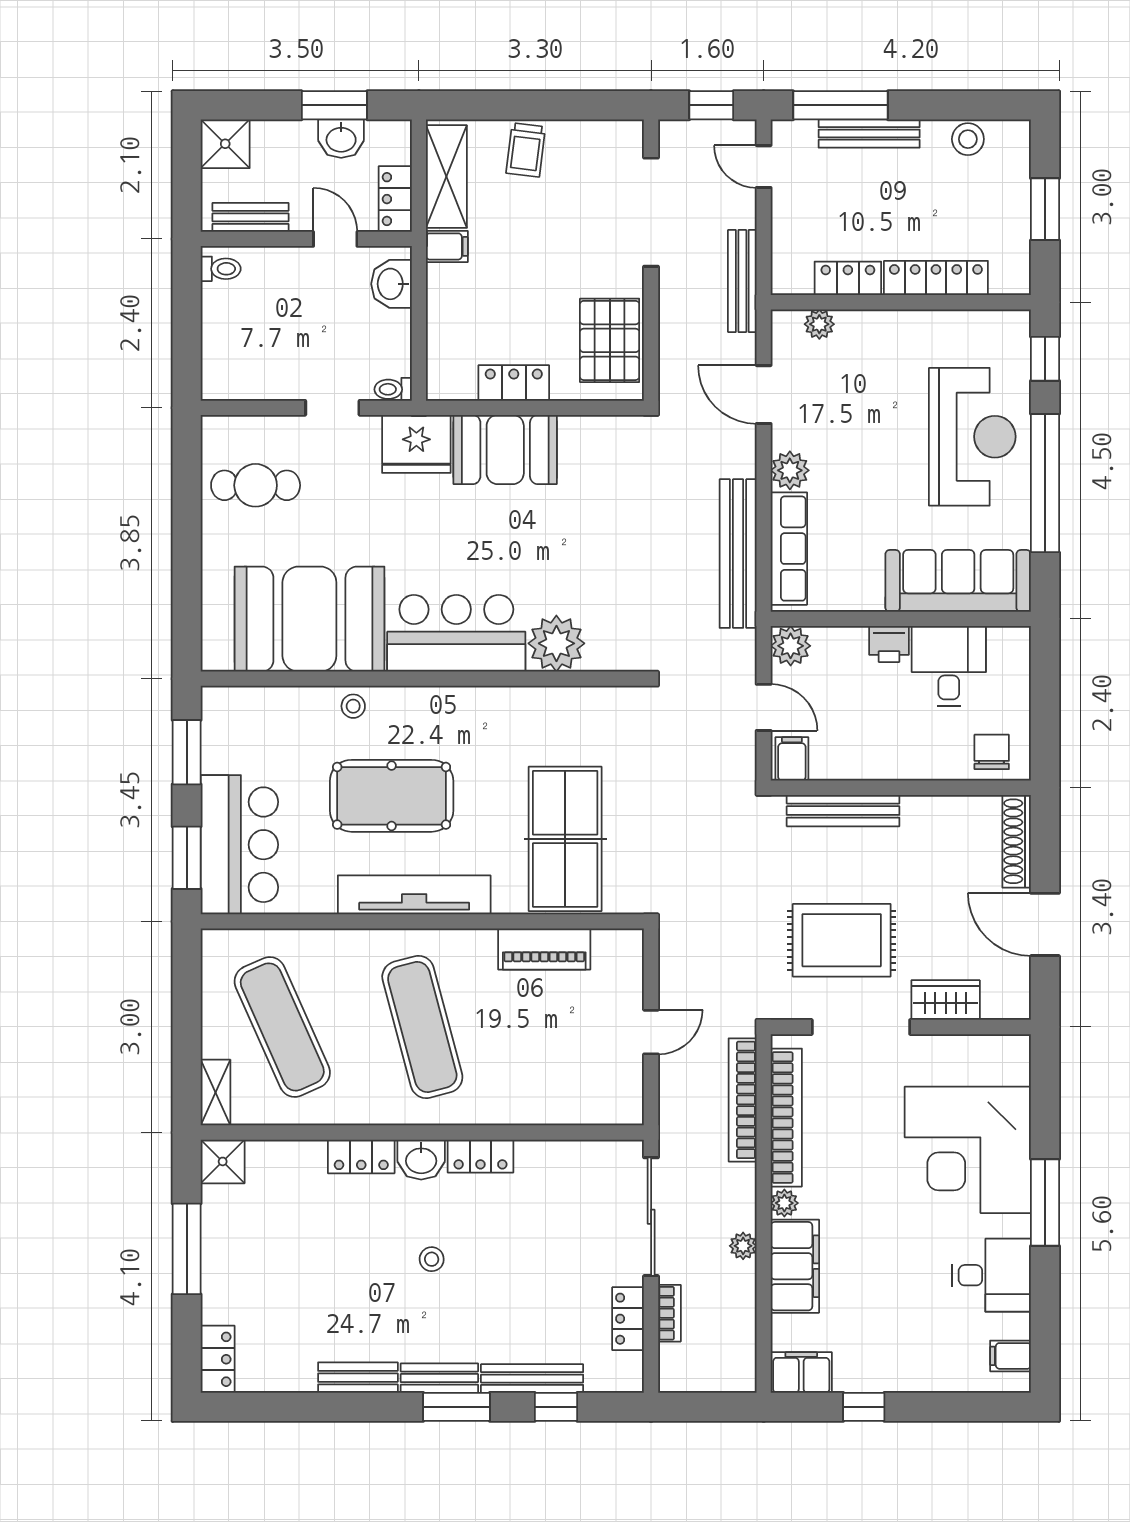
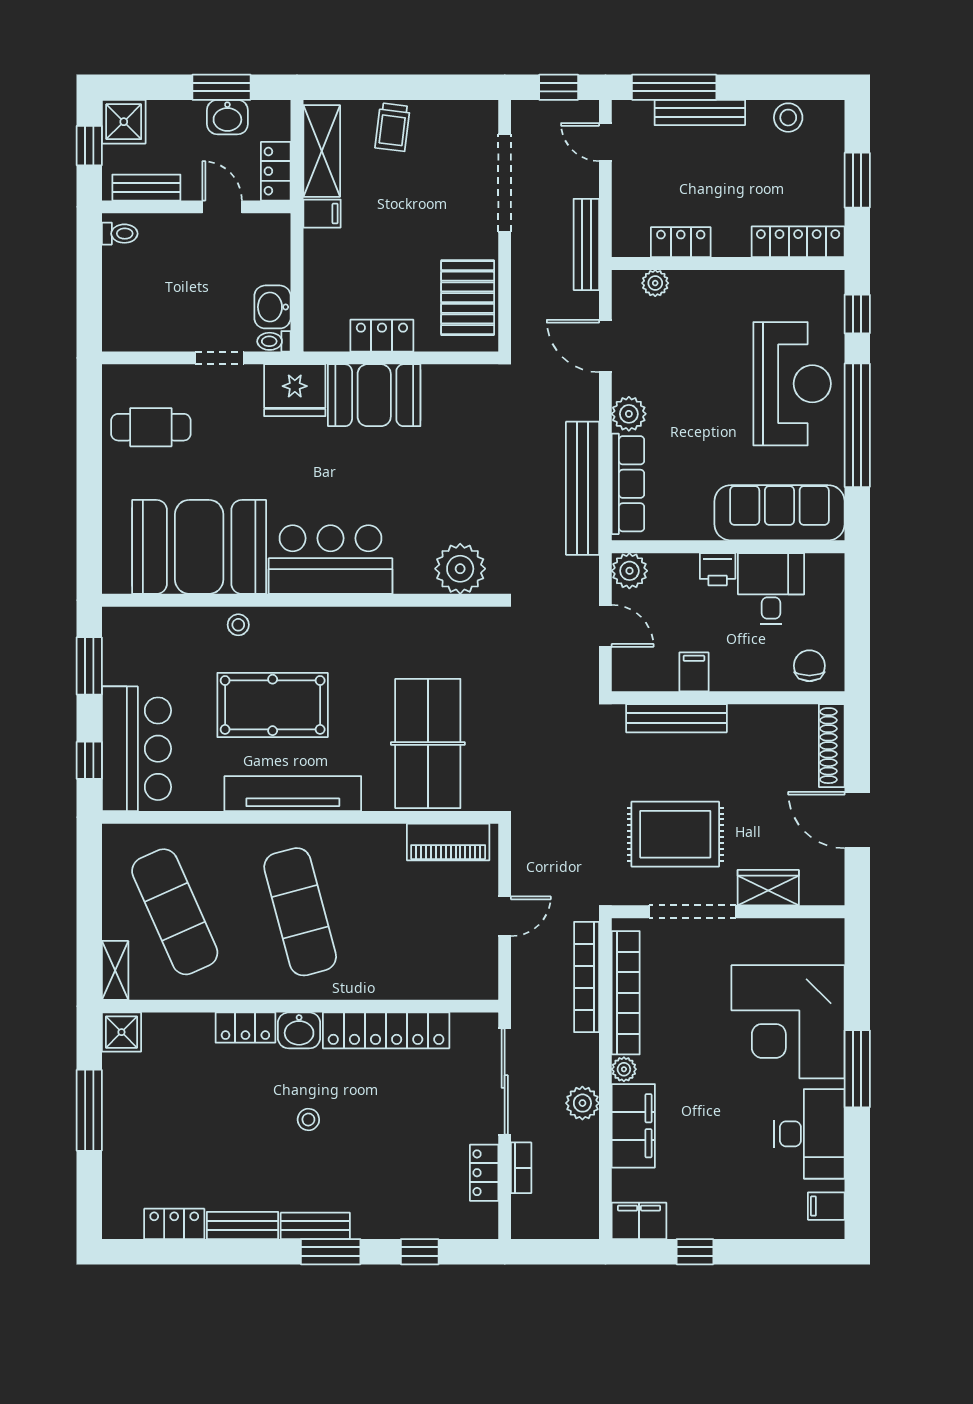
window: (187, 171) -> (89, 146), added
locker: (936, 278) -> (798, 242), moved
washbasin: (391, 284) -> (272, 307), moved
plant: (556, 643) -> (460, 569), moved
filing cabinet: (792, 759) -> (694, 672), moved
window: (187, 858) -> (89, 760), width x0.67
piano: (544, 949) -> (448, 842), moved
locker: (480, 1156) -> (386, 1030), width x2.16, depth x1.21
plant: (743, 1246) -> (582, 1103), width x1.38, depth x1.38
desk: (992, 1275) -> (809, 1134), width x1.37
locker: (218, 1359) -> (174, 1224), moved, turned -90
bench: (532, 1379) -> (398, 1226), removed

